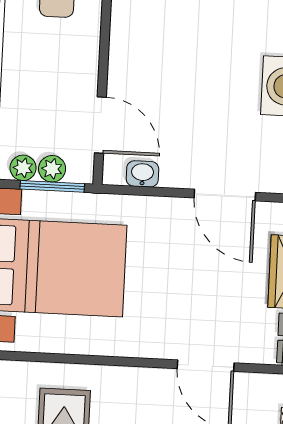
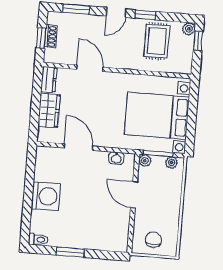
door: (100, 125) -> (134, 195), moved
plant: (52, 169) -> (145, 161), moved

